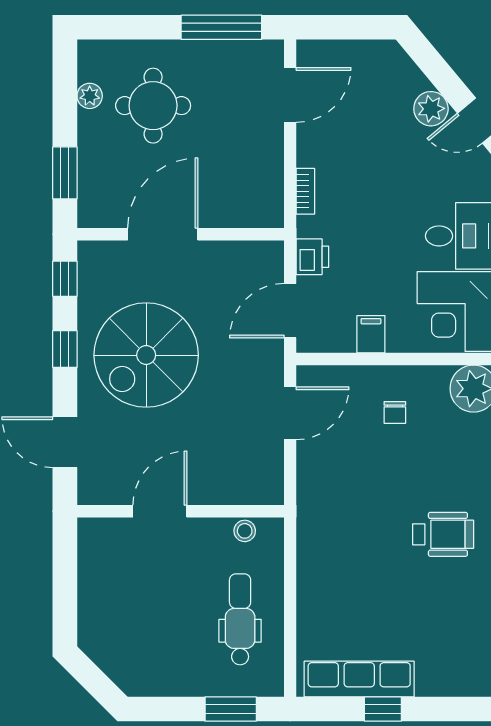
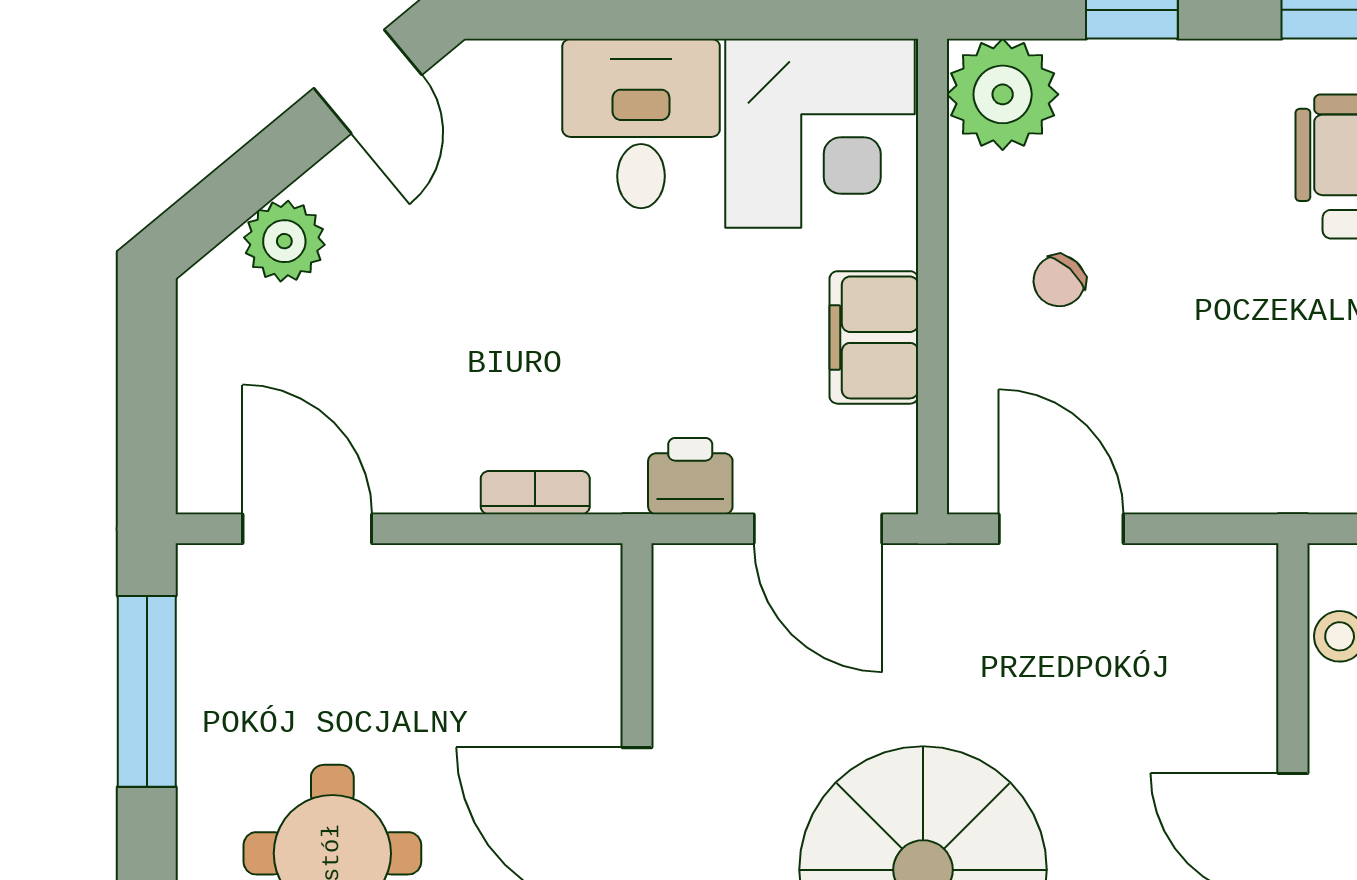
plant: (431, 109) -> (284, 241), moved
filing cabinet: (371, 334) -> (874, 337), width x2.00
chair: (395, 413) -> (1059, 281), turned 132

